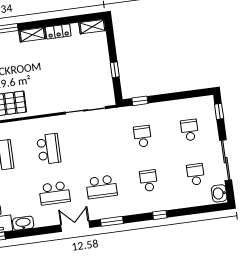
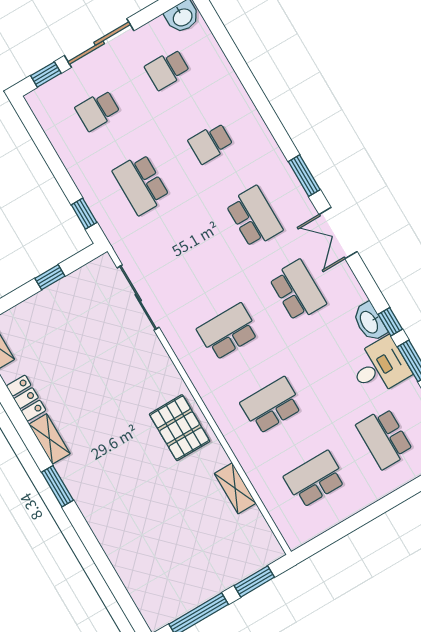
school desk: (143, 136) -> (141, 184), width x1.85
sliding door: (226, 160) -> (99, 43), moved
window: (160, 215) -> (390, 322), moved

